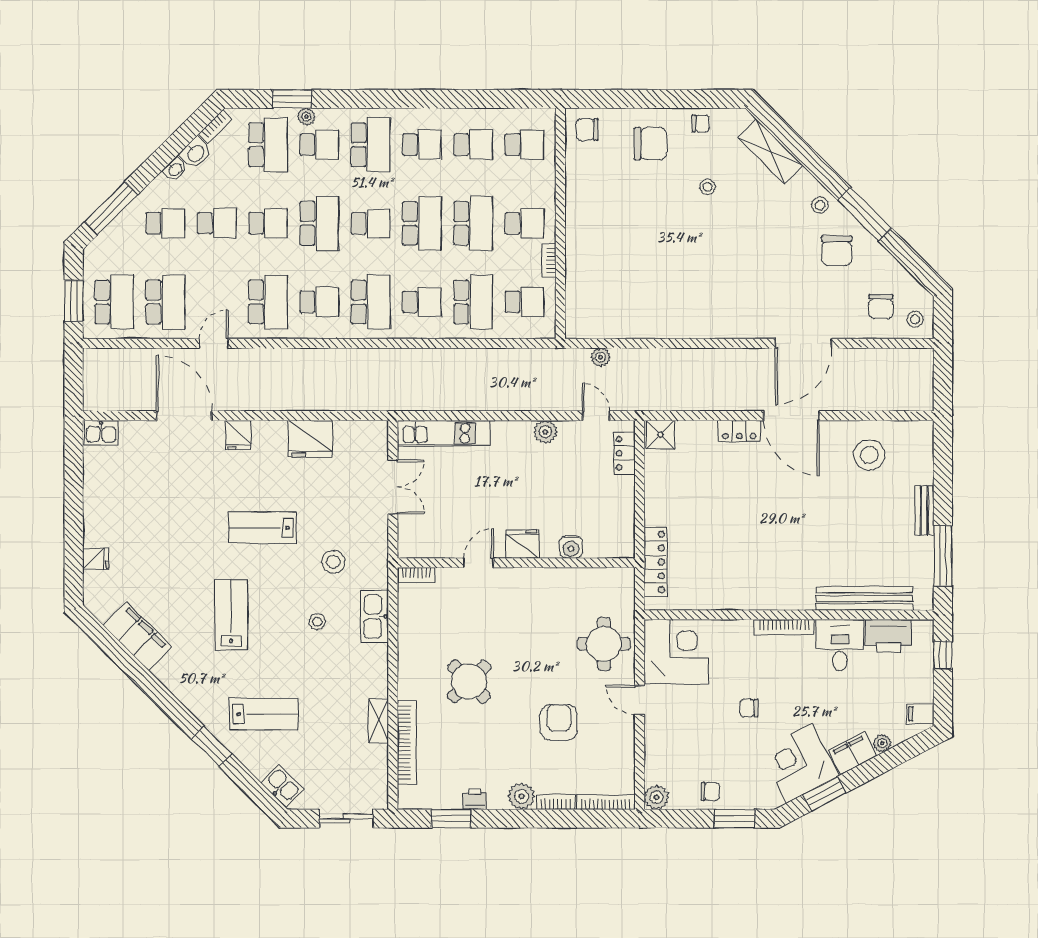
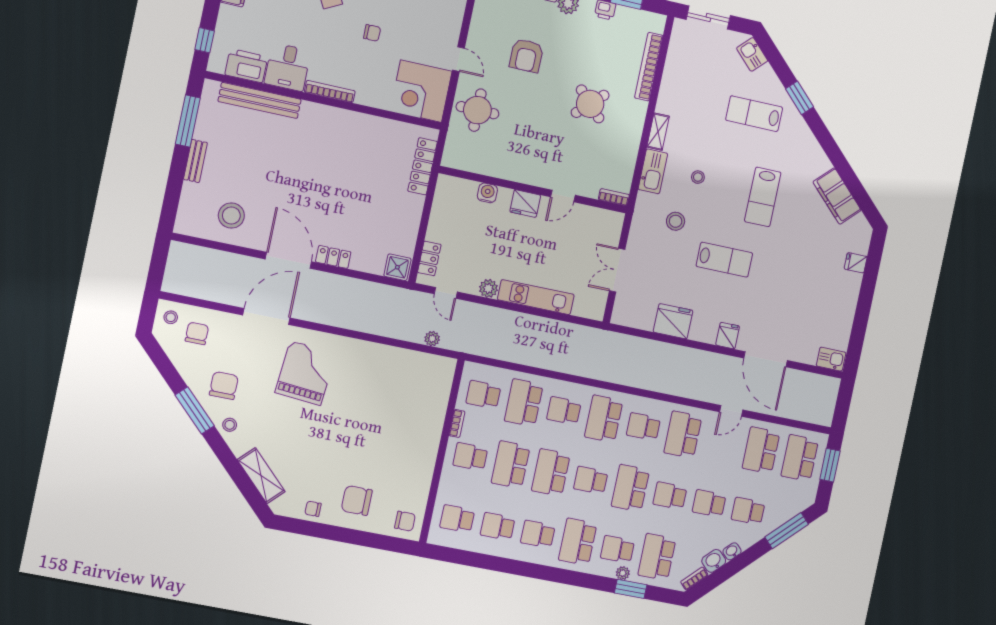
stool: (708, 187) -> (318, 457), removed
grand piano: (743, 285) -> (305, 373), added
kitchen unit: (444, 433) -> (536, 297), moved
shelving: (378, 721) -> (658, 132), moved

